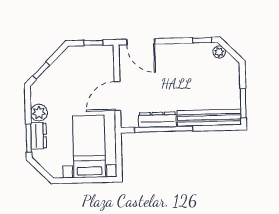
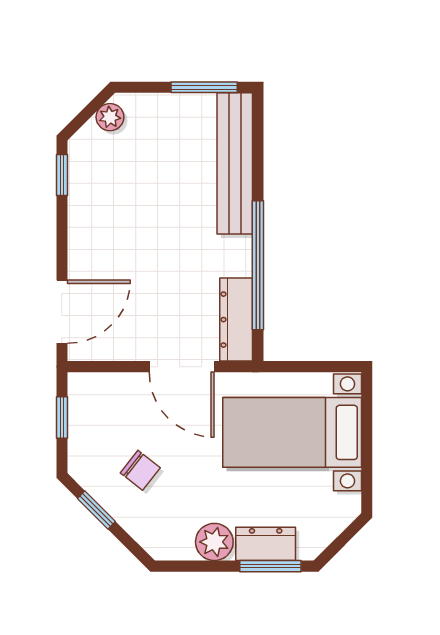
plant: (219, 52) -> (110, 117), moved
window: (41, 71) -> (96, 510), moved
chair: (70, 79) -> (140, 470), added
dresser: (157, 120) -> (236, 320), moved

